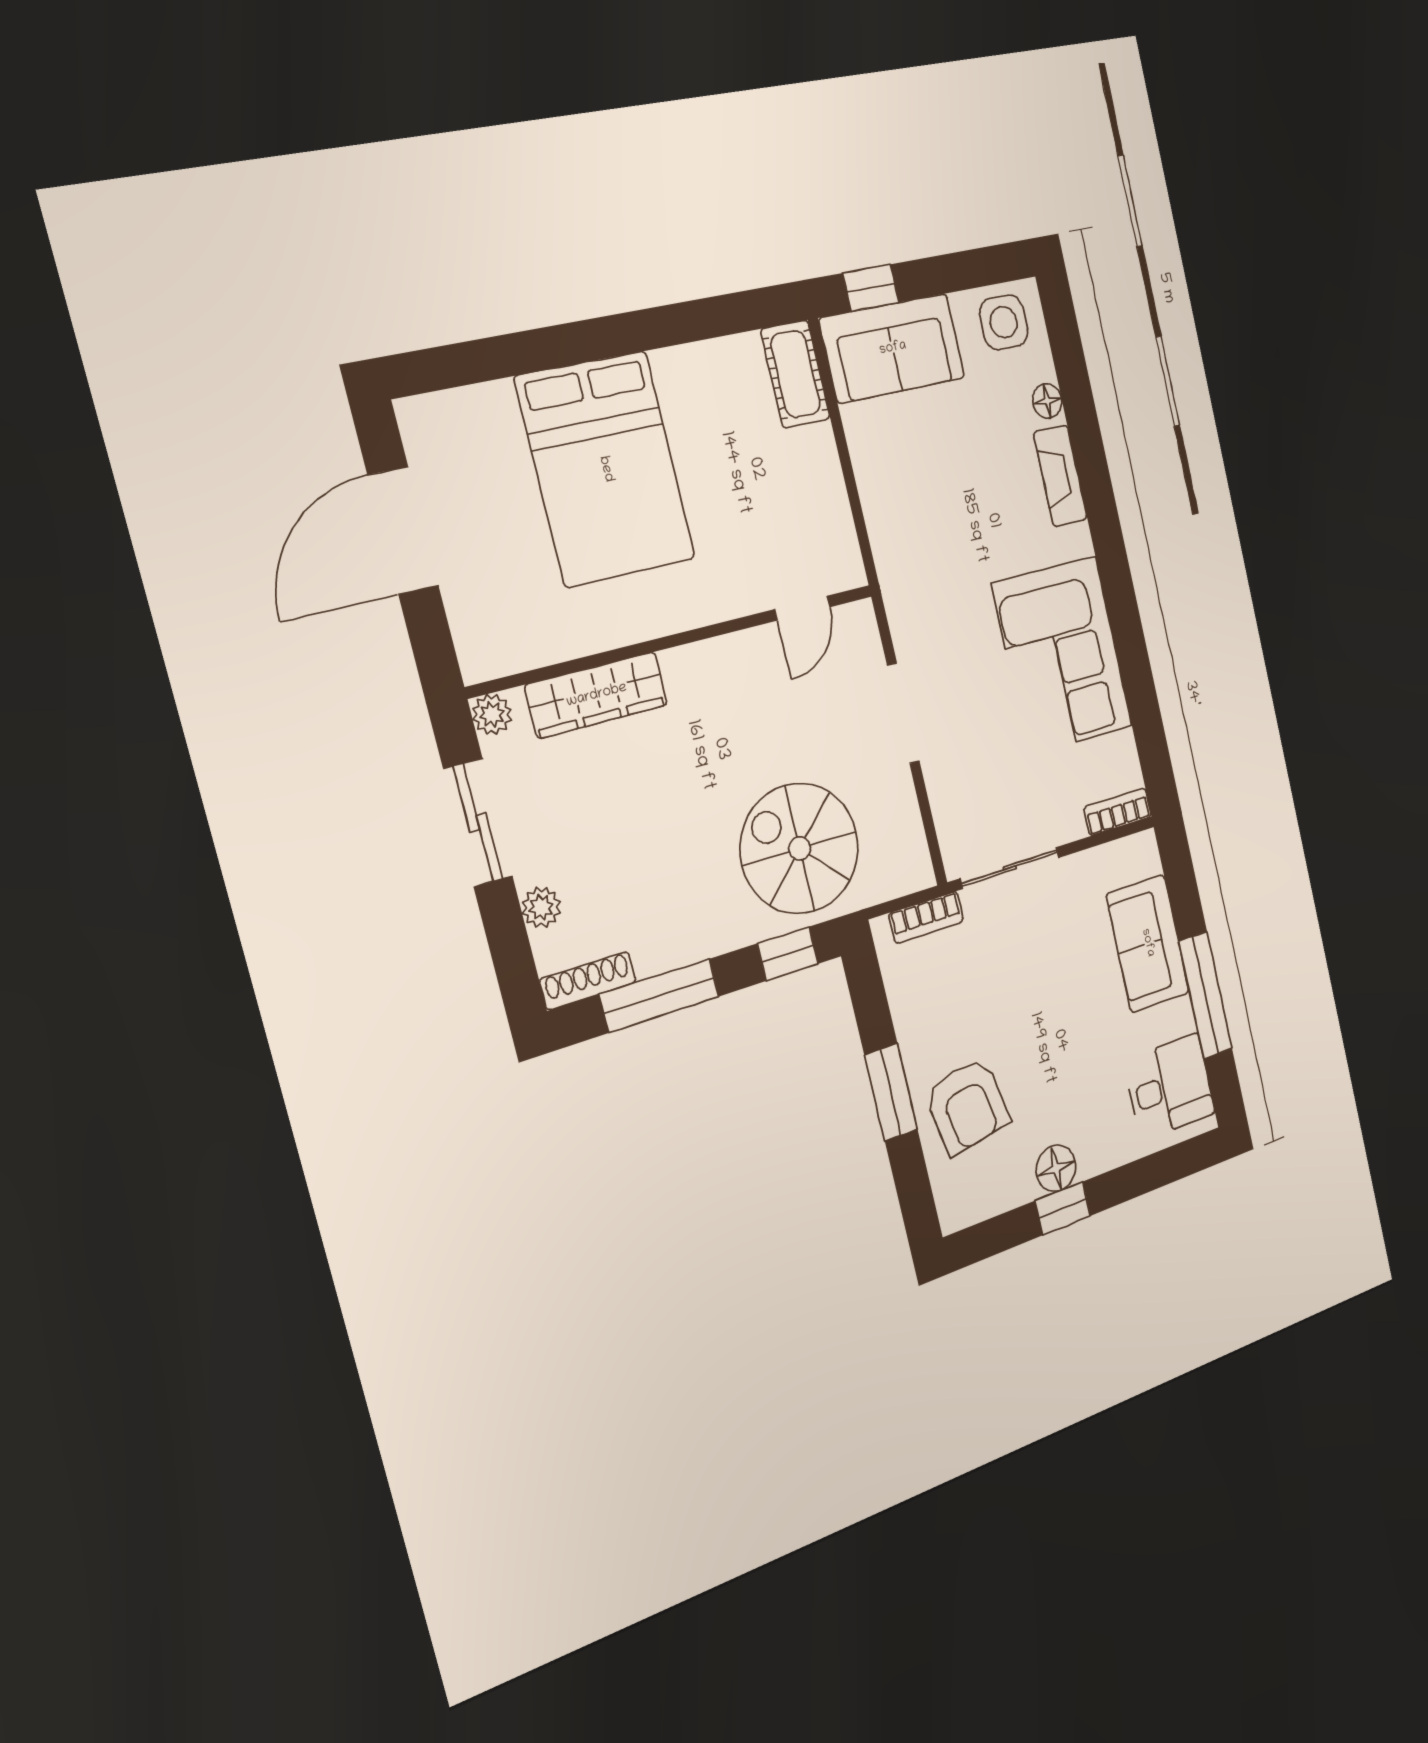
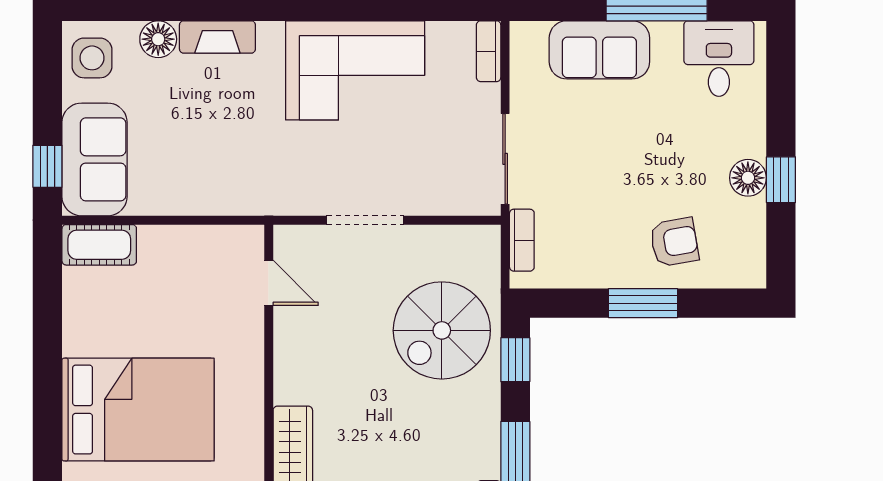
floor lamp: (1047, 401) -> (158, 39), width x1.37, depth x1.37
armchair: (967, 1106) -> (674, 242), width x0.72, depth x0.72

